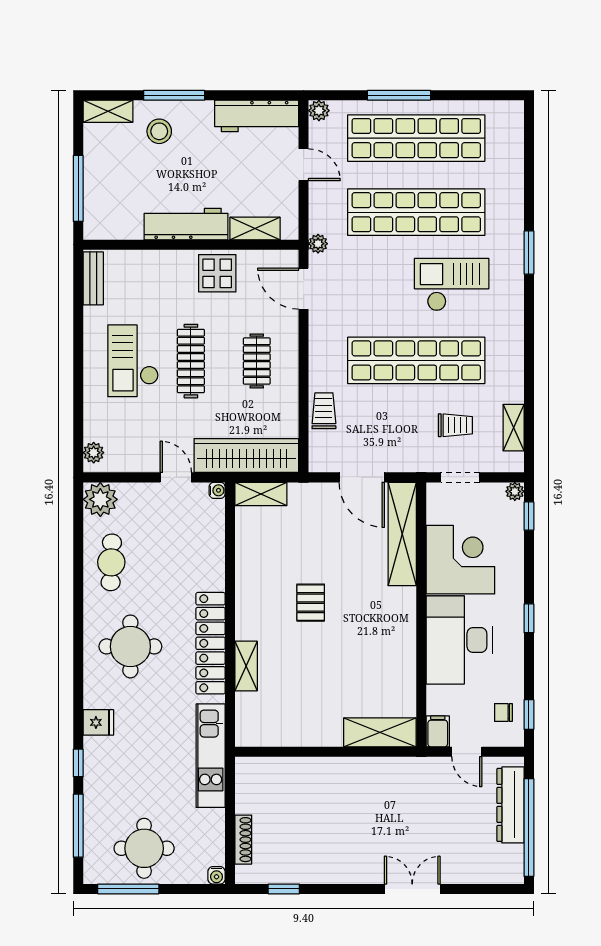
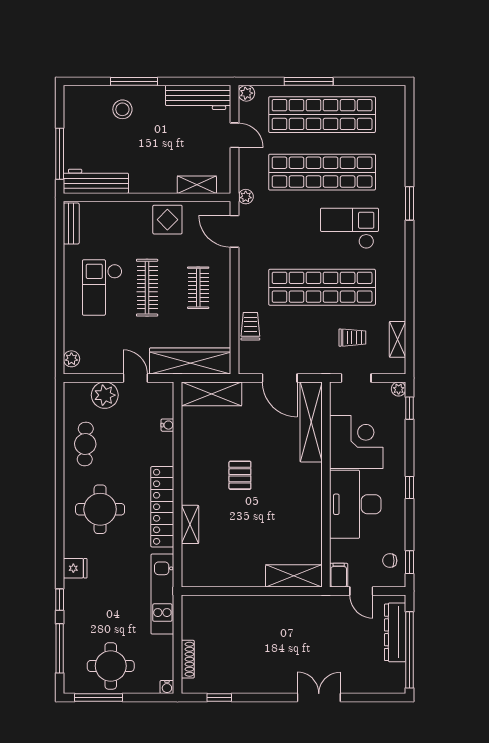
shelving: (108, 111) -> (83, 94), removed
workbench: (186, 224) -> (96, 181), moved
water cooler: (217, 490) -> (167, 425), moved
shelving: (261, 494) -> (212, 394), width x1.50, depth x1.33
plant: (100, 499) -> (105, 395), moved

